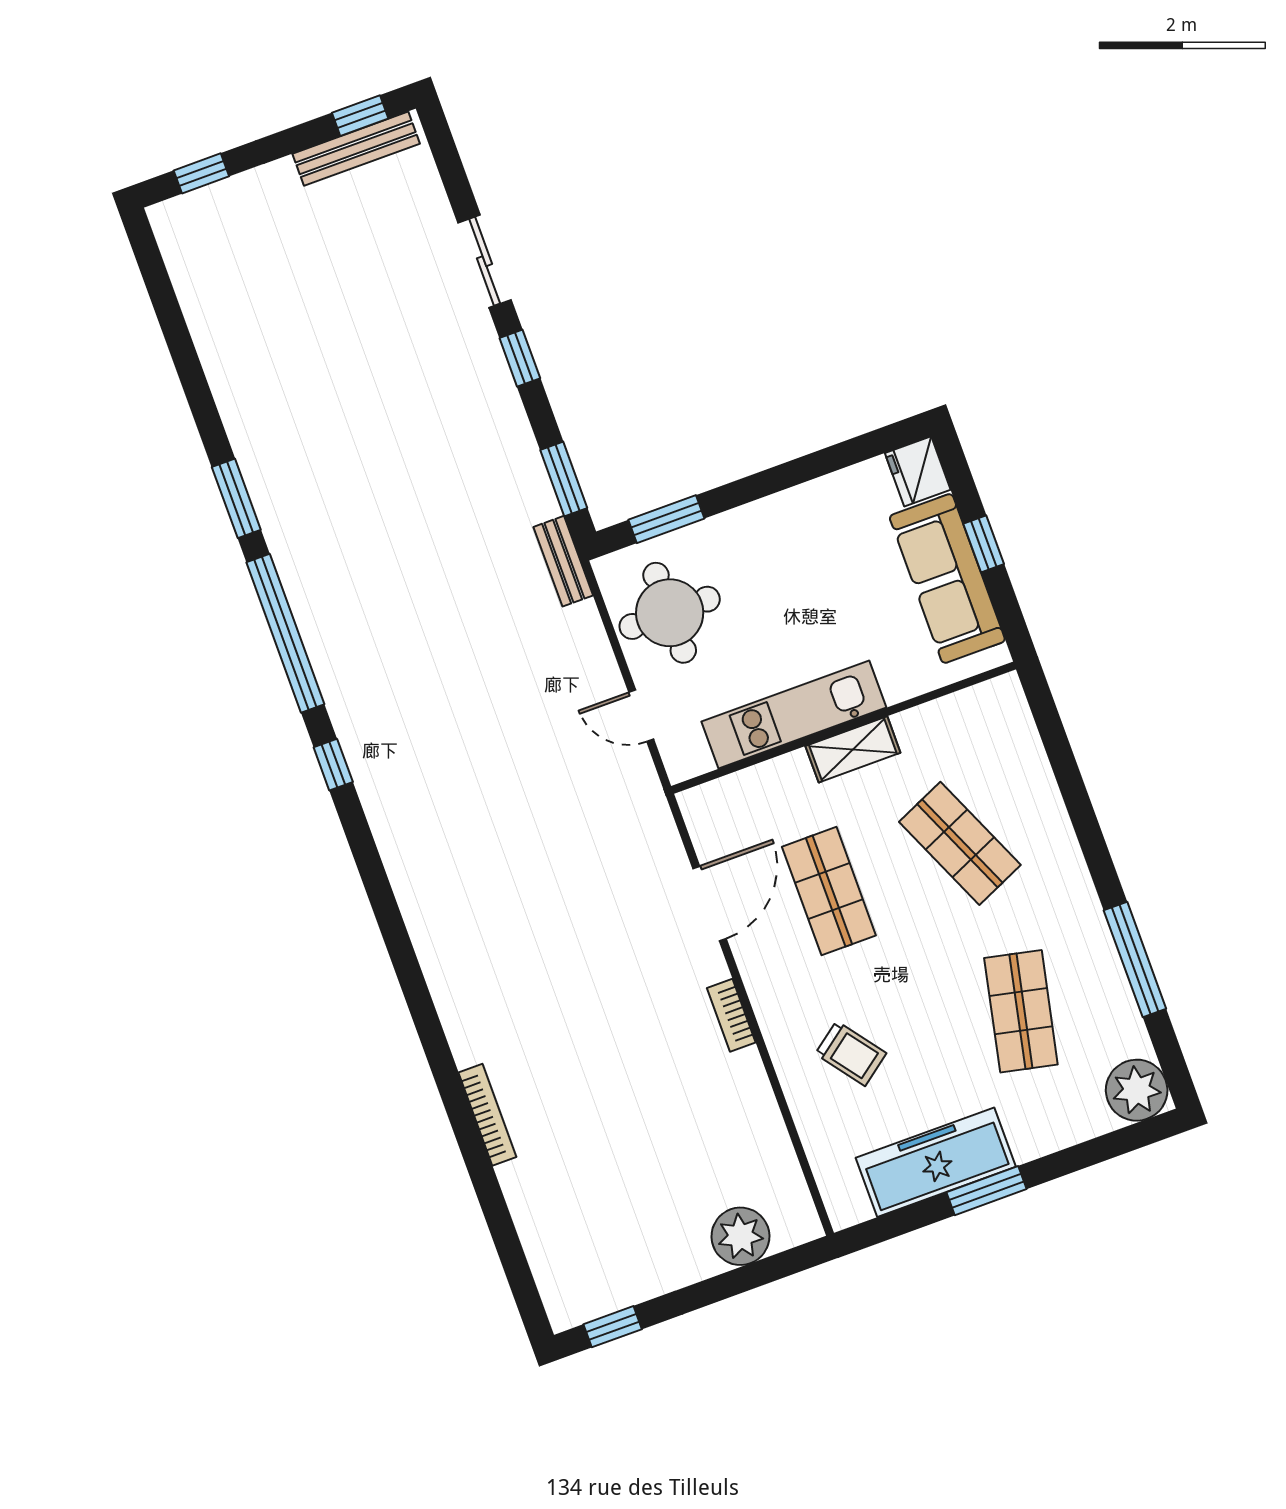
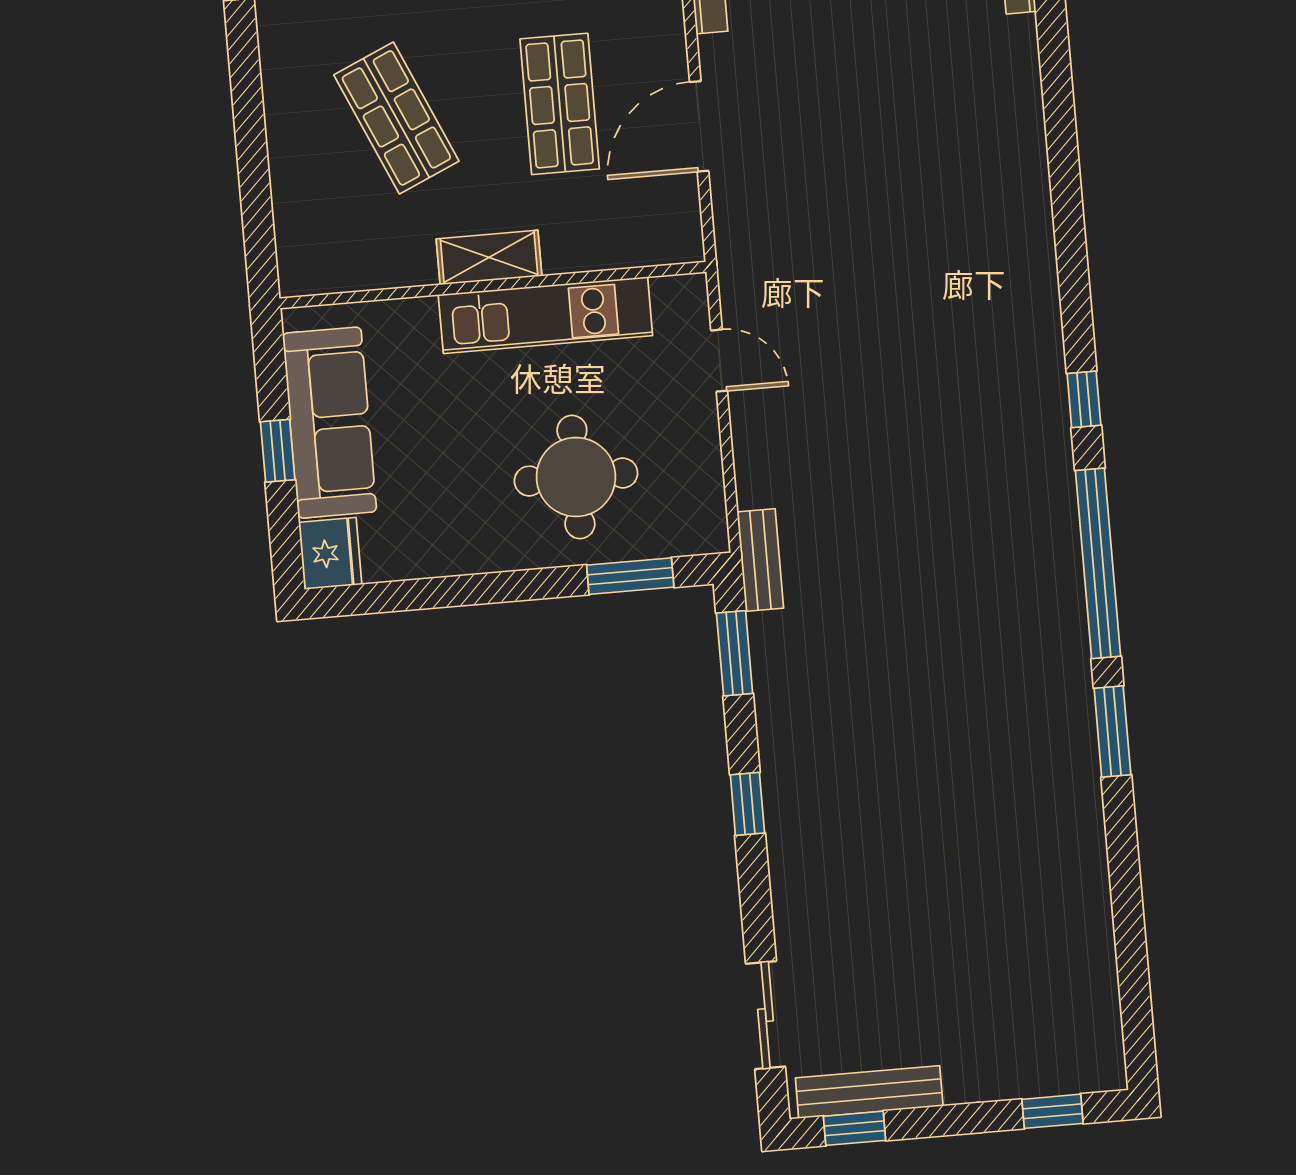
sliding door: (485, 261) -> (766, 1015), moved
round table: (670, 613) -> (576, 477), moved

